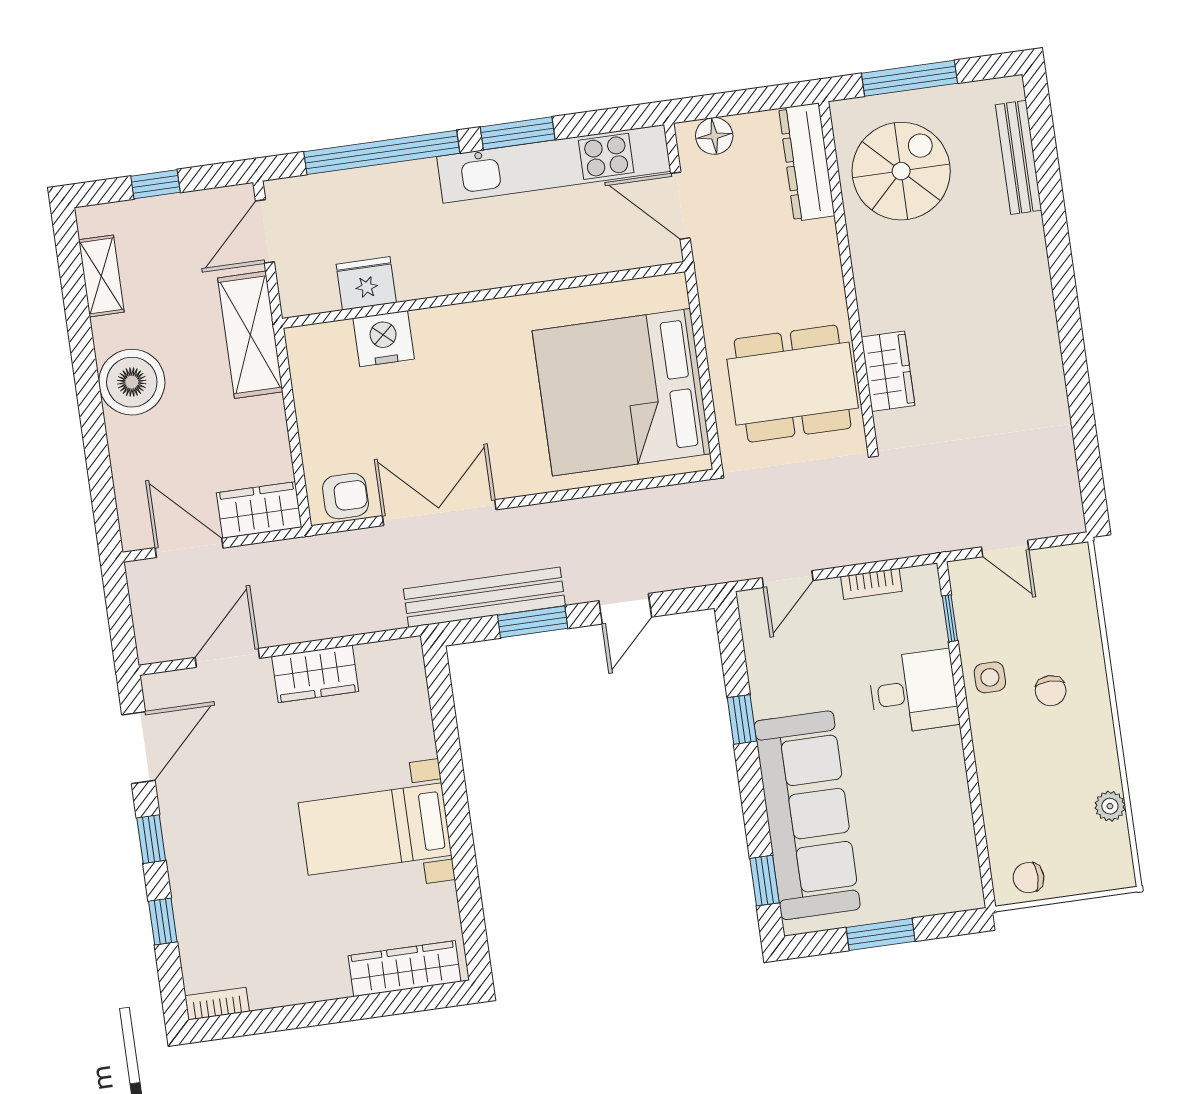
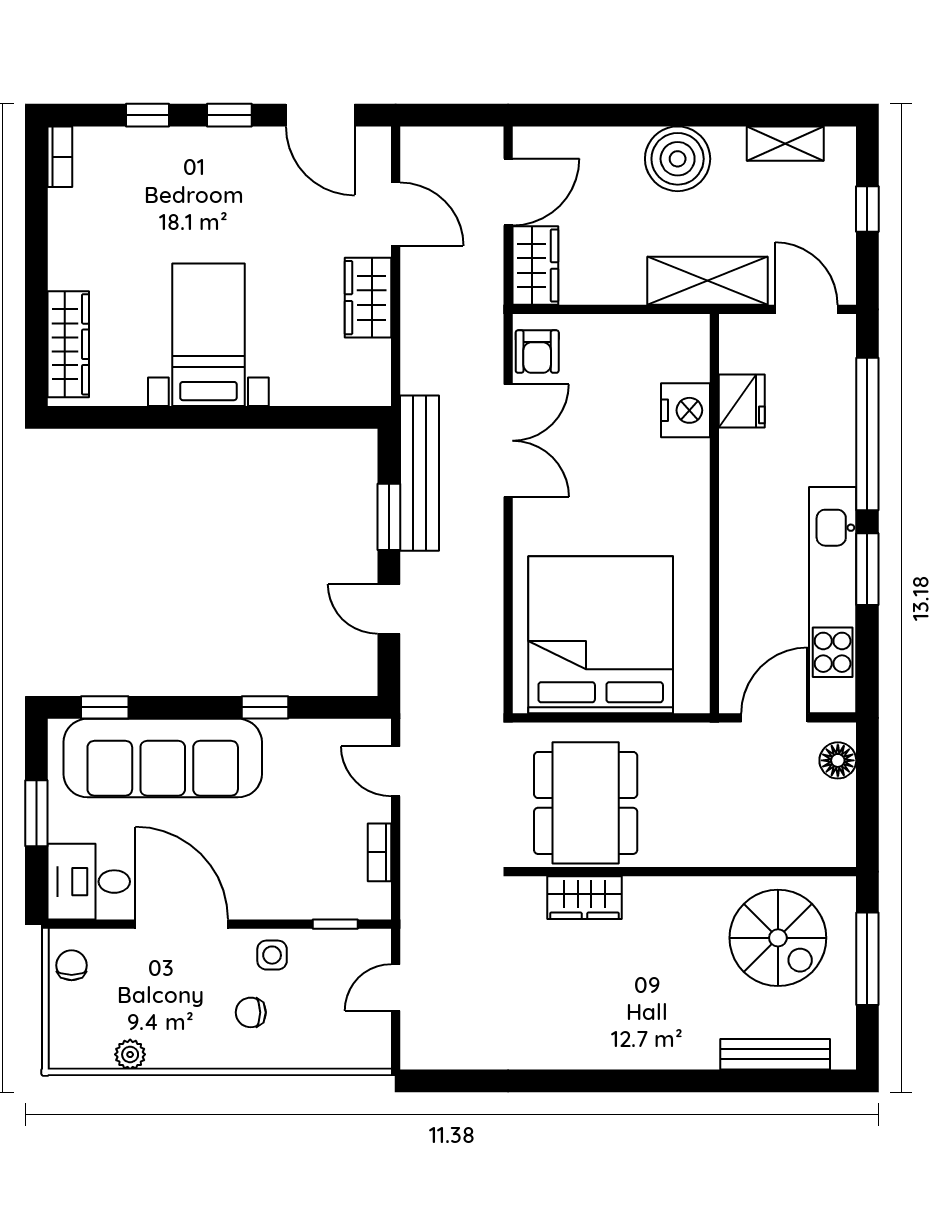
dresser: (807, 162) -> (800, 847), removed
desk: (913, 692) -> (89, 882), moved, turned 90
door: (972, 773) -> (182, 924), added

